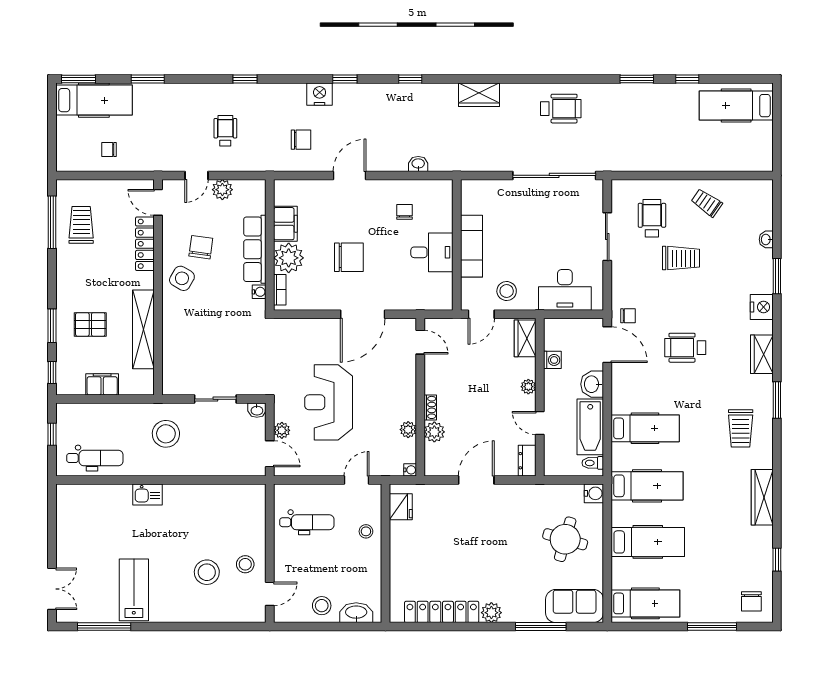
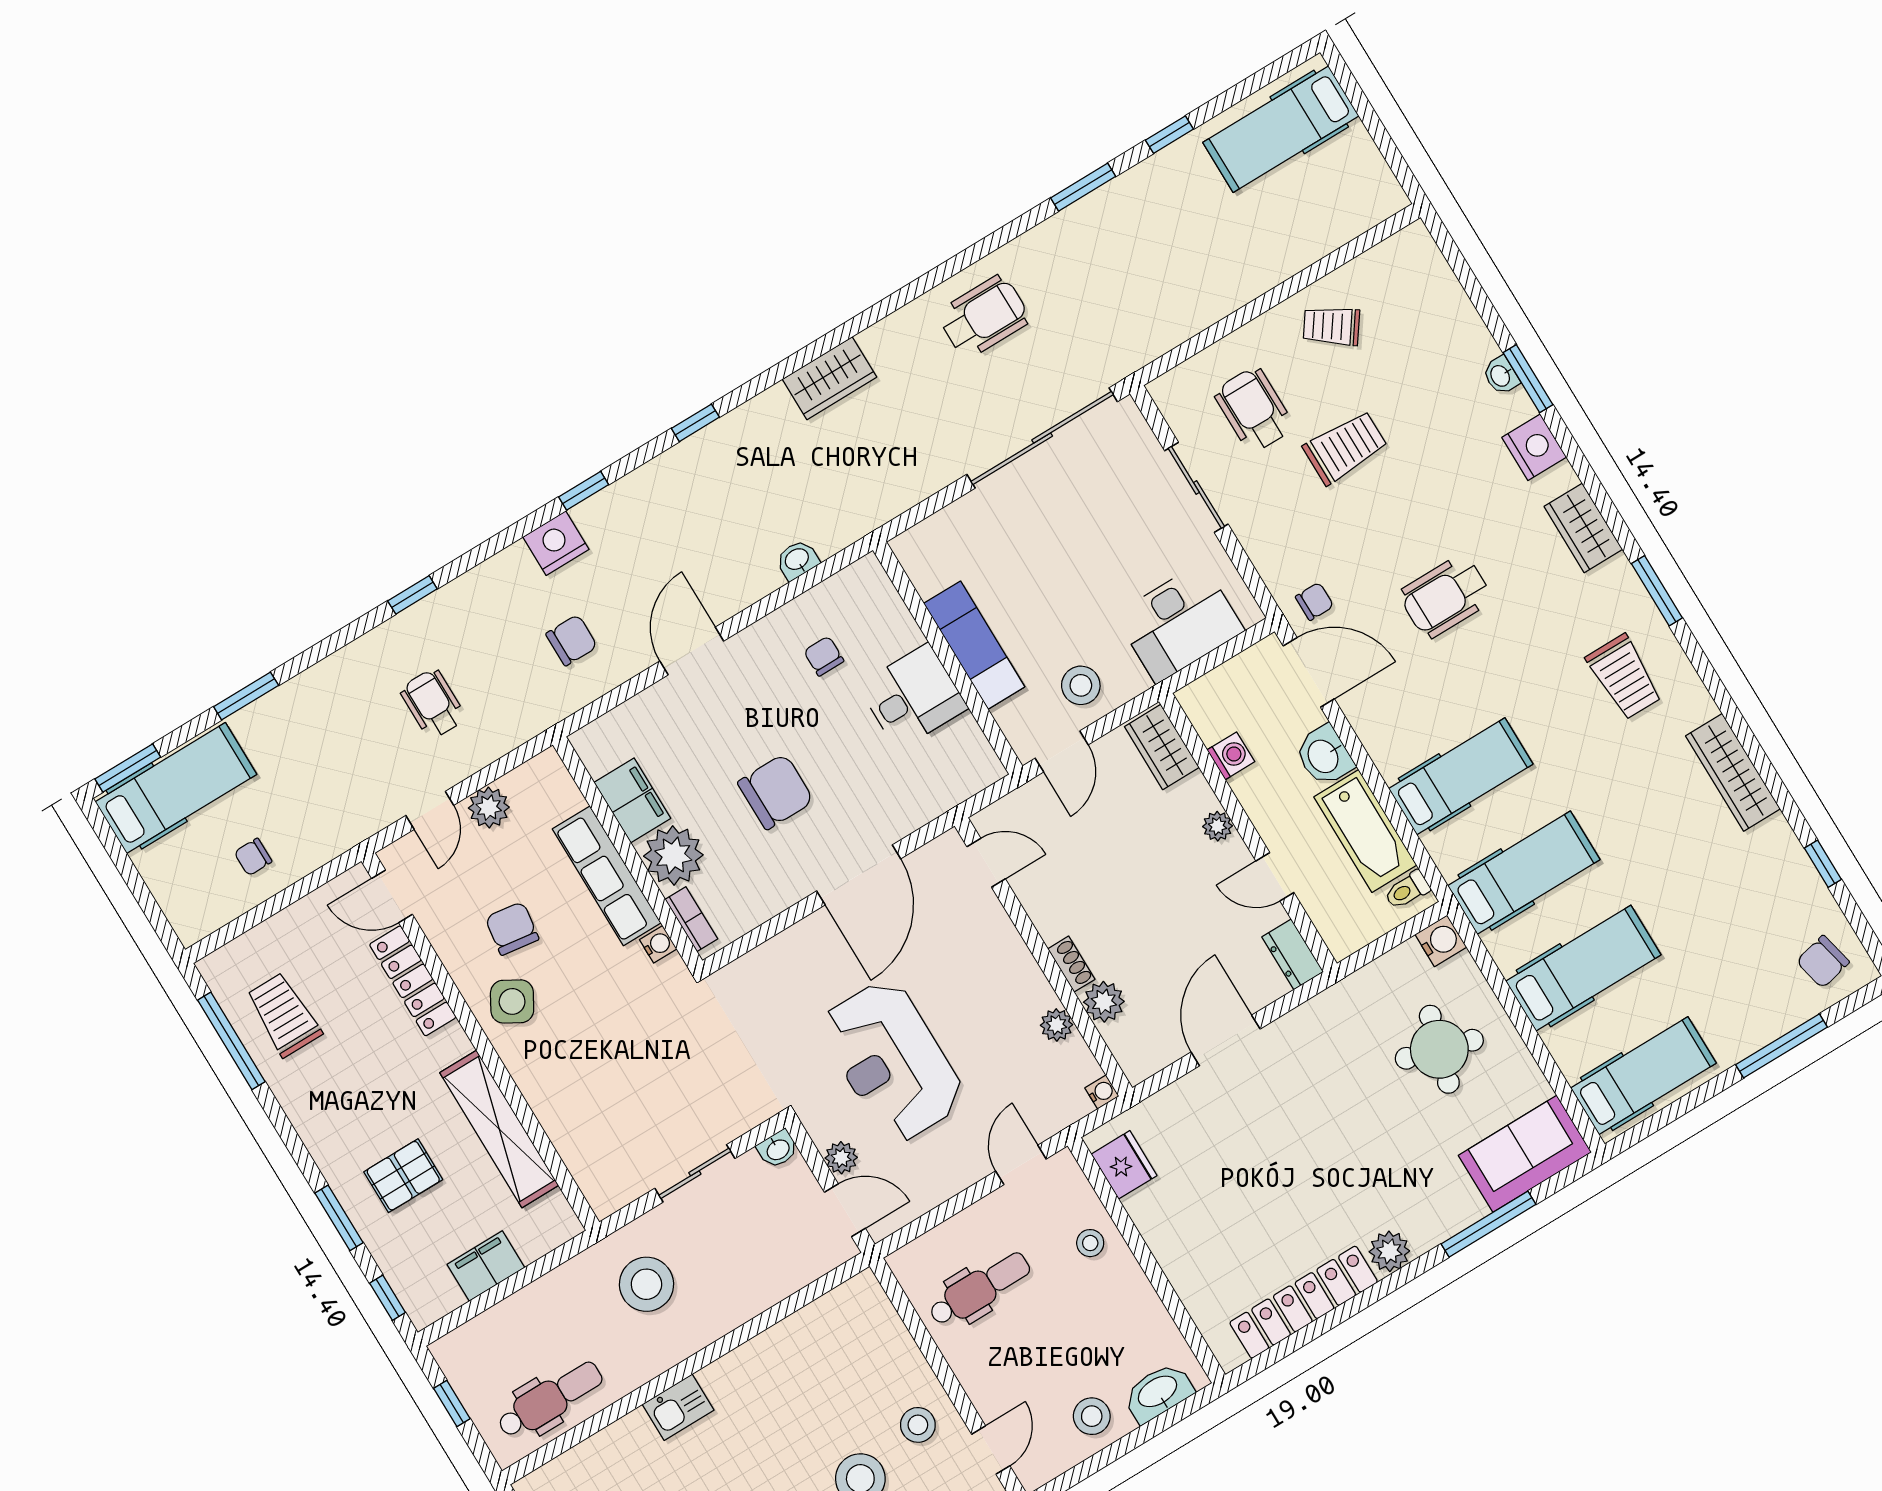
washbasin: (766, 239) -> (1501, 375), moved
chair: (751, 601) -> (1823, 962), turned 77

